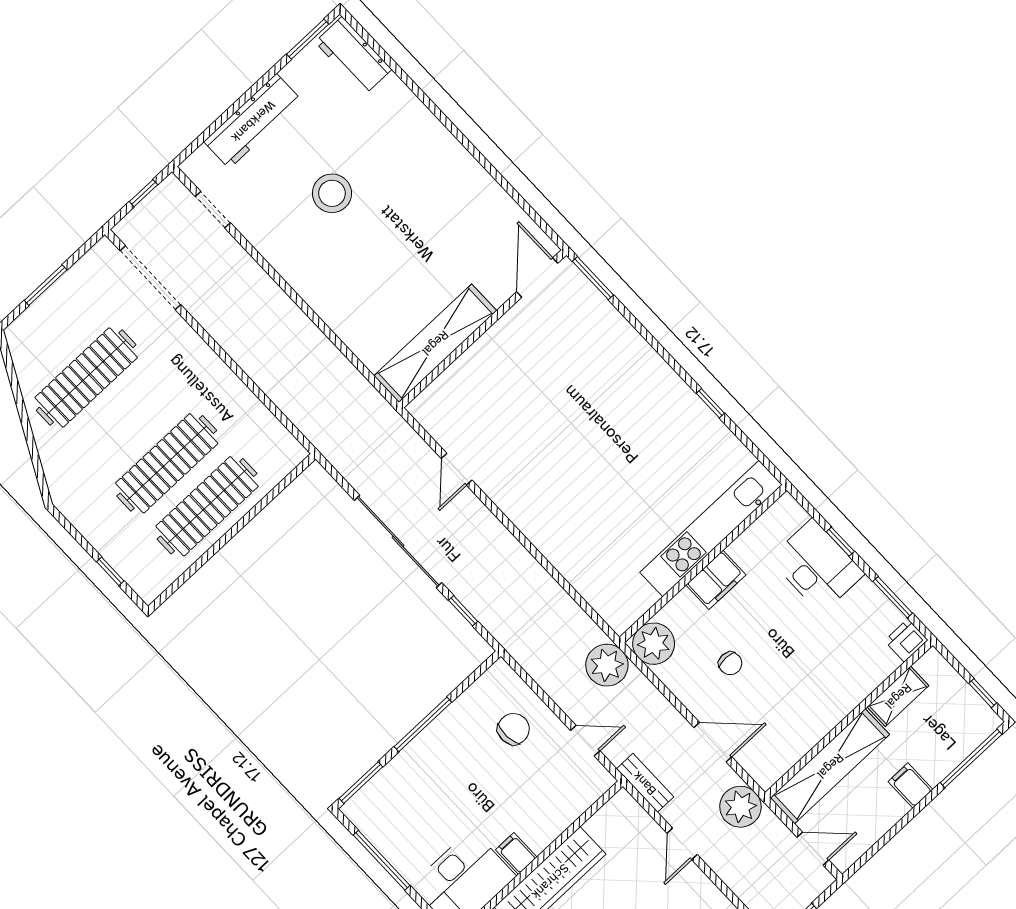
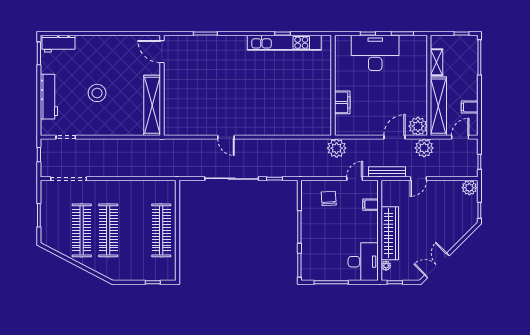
door: (537, 277) -> (162, 52), moved
wall: (483, 329) -> (162, 85), moved
shelving: (435, 343) -> (152, 105), moved
clothes rail: (167, 463) -> (108, 230), moved
kitchen unit: (711, 529) -> (284, 43), moved, turned -90
desk: (817, 566) -> (375, 53), width x1.36, depth x1.30
filing cabinet: (716, 580) -> (342, 102), moved
printer: (906, 640) -> (421, 42), removed
plant: (654, 644) -> (418, 126), moved
chair: (730, 663) -> (374, 107), removed
bench: (645, 783) -> (387, 172), width x1.36
filing cabinet: (910, 785) -> (470, 107), moved
door: (682, 844) -> (418, 179), hinge flipped
filing cabinet: (516, 853) -> (370, 205), moved

